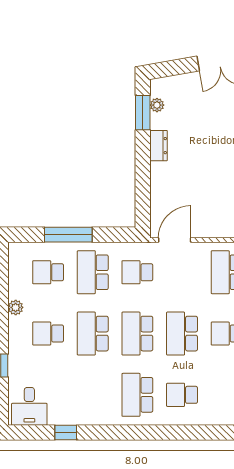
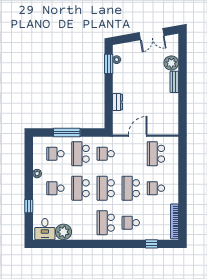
dresser: (159, 146) -> (118, 102), moved
door: (175, 240) -> (138, 136), moved
plant: (62, 411) -> (64, 232), added
window: (66, 432) -> (152, 244), moved

